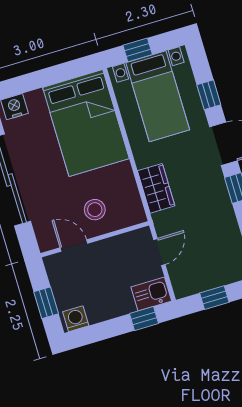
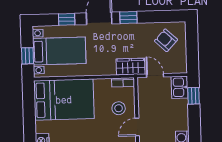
wardrobe: (156, 188) -> (130, 67), moved
bookcase: (136, 206) -> (123, 82), added
armchair: (217, 254) -> (166, 40), added
window: (214, 298) -> (192, 49), removed

